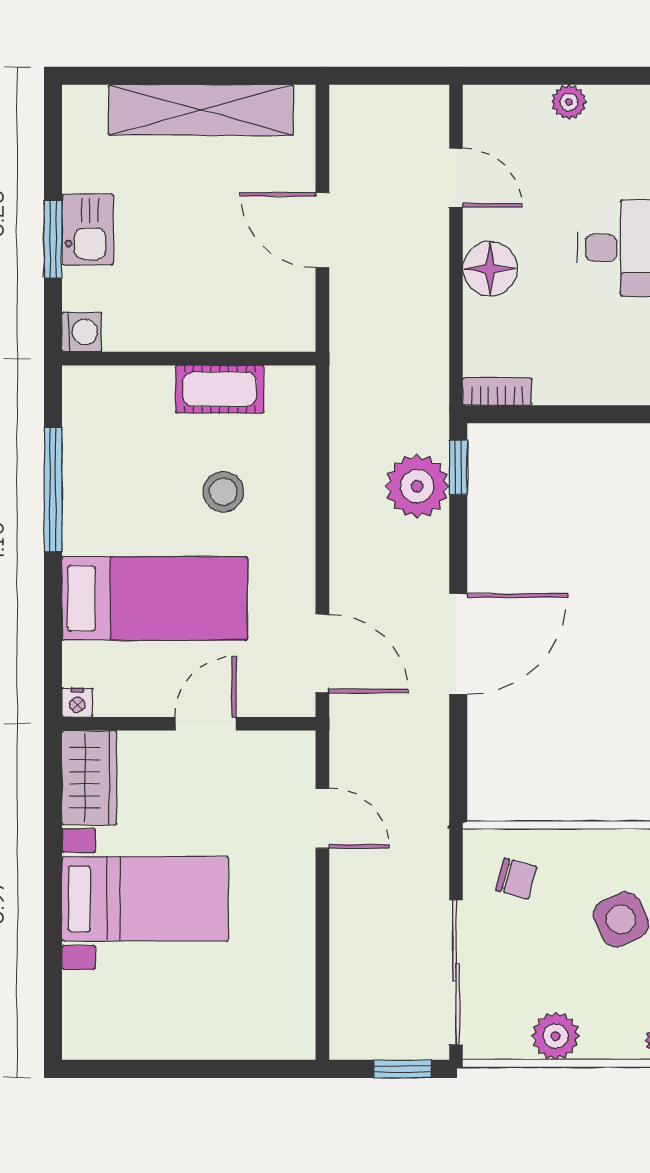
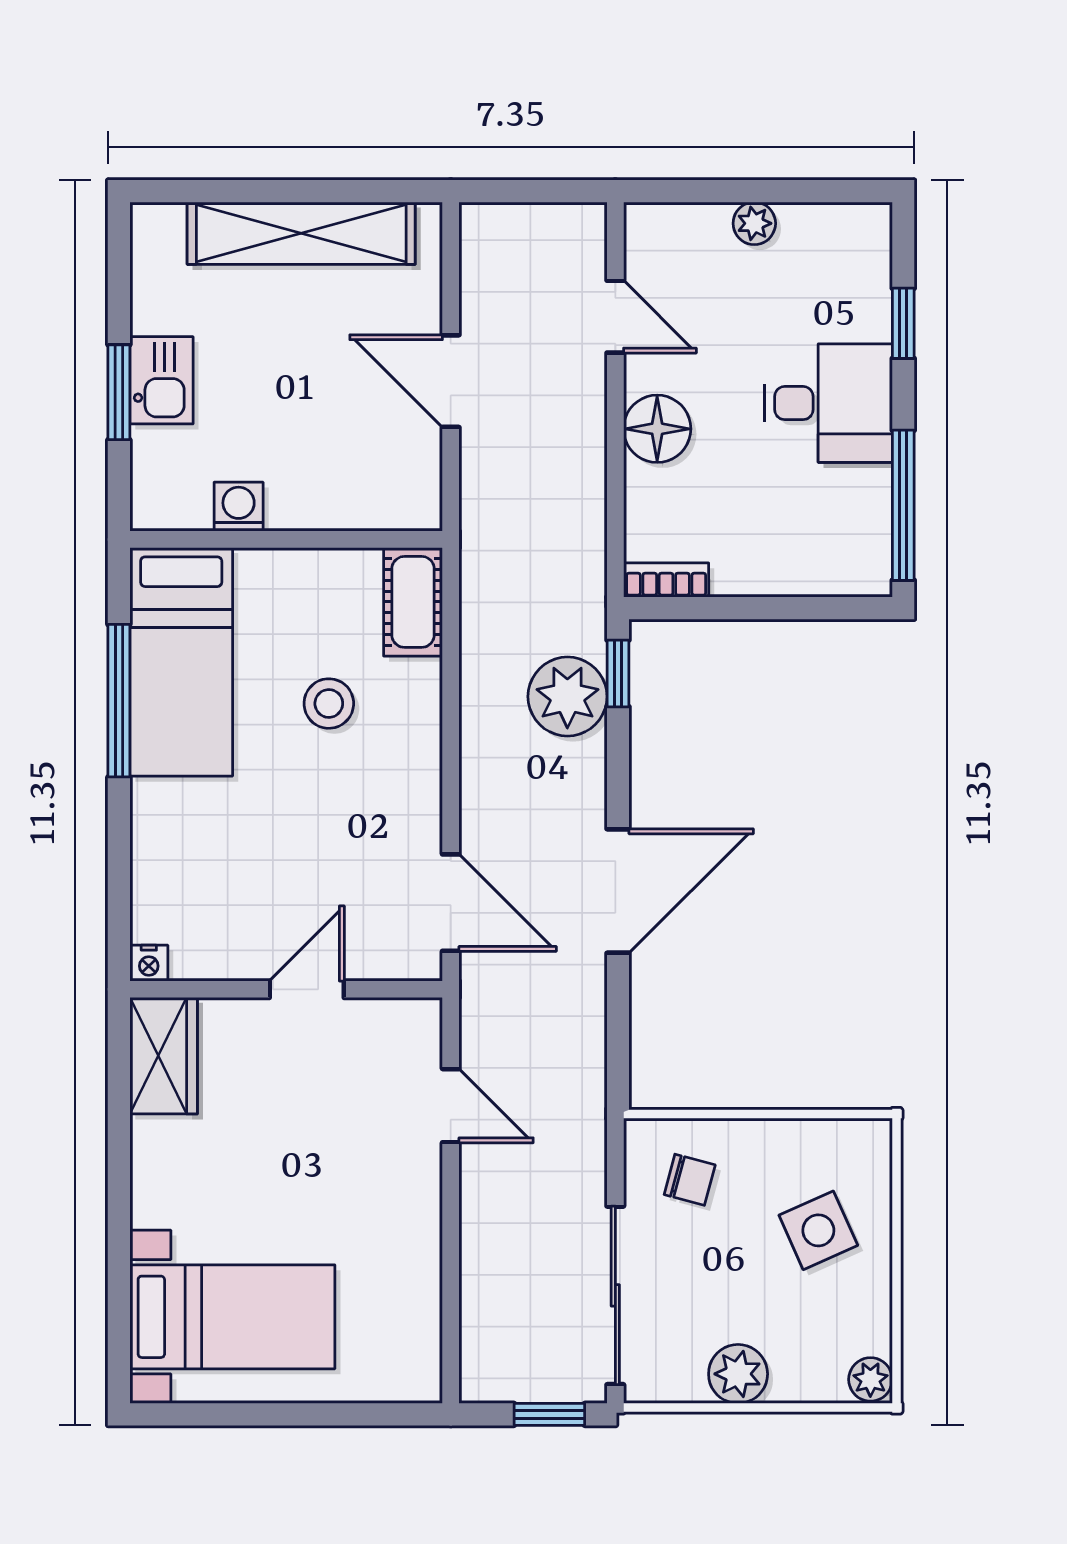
washing machine: (82, 332) -> (239, 507), moved, turned -90
cot: (220, 389) -> (413, 602), moved, turned 90
bed: (155, 598) -> (181, 662), moved, turned 90
bed with nightstands: (145, 899) -> (232, 1317), moved

